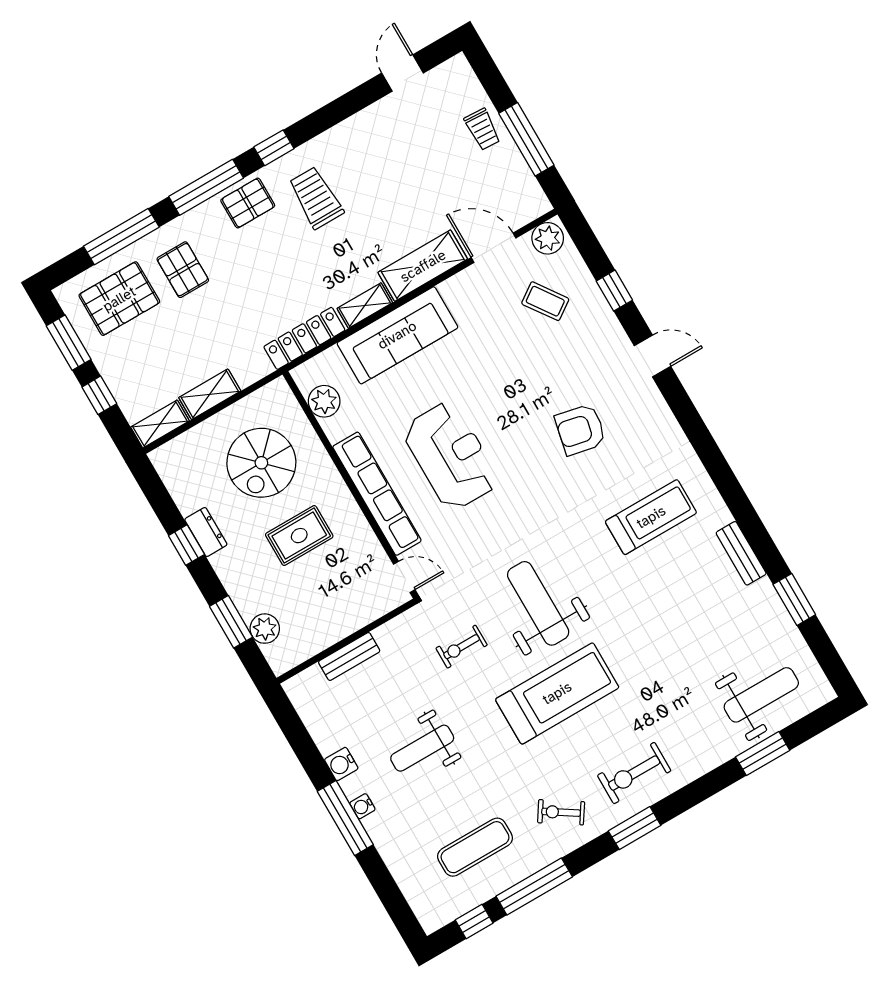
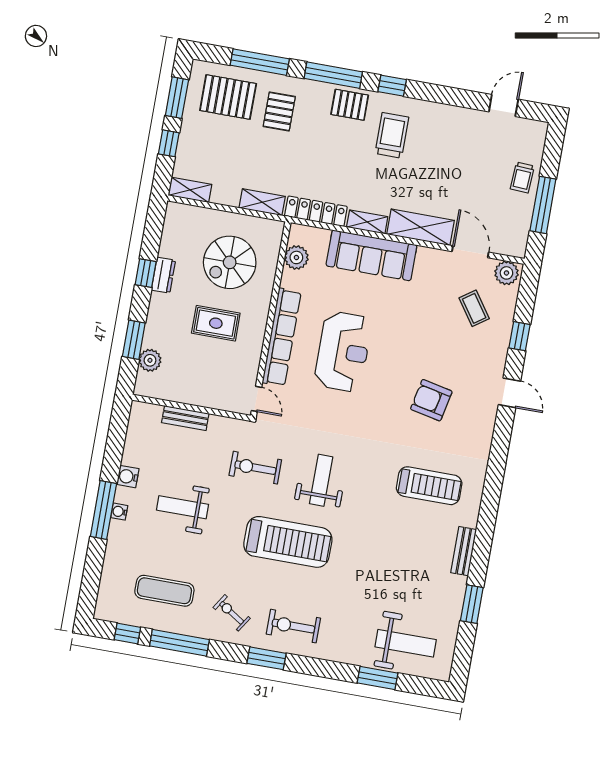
shelving: (210, 394) -> (262, 202), moved
weight bench: (538, 603) -> (321, 480), width x0.73, depth x0.75
exercise bike: (462, 647) -> (255, 468), width x1.38, depth x1.39

